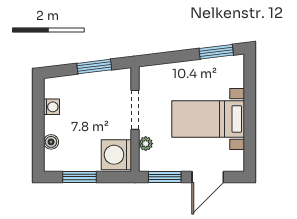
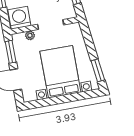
bed with nightstands: (208, 119) -> (60, 72), width x1.36

